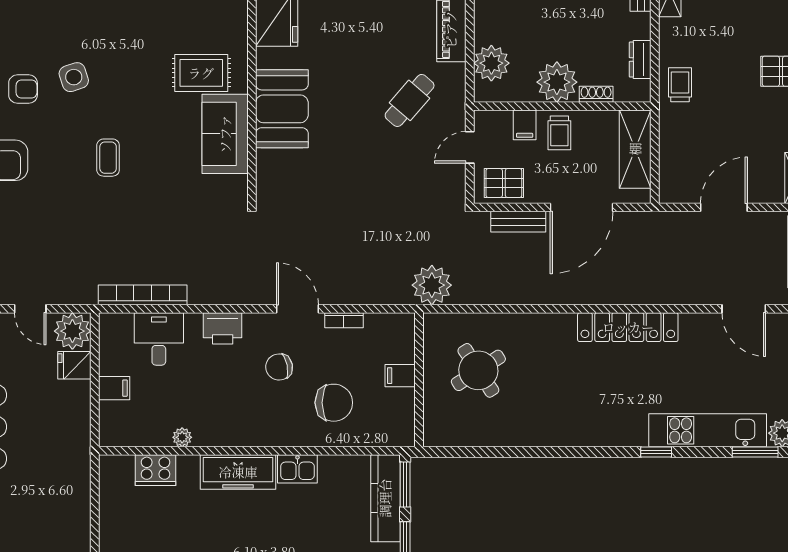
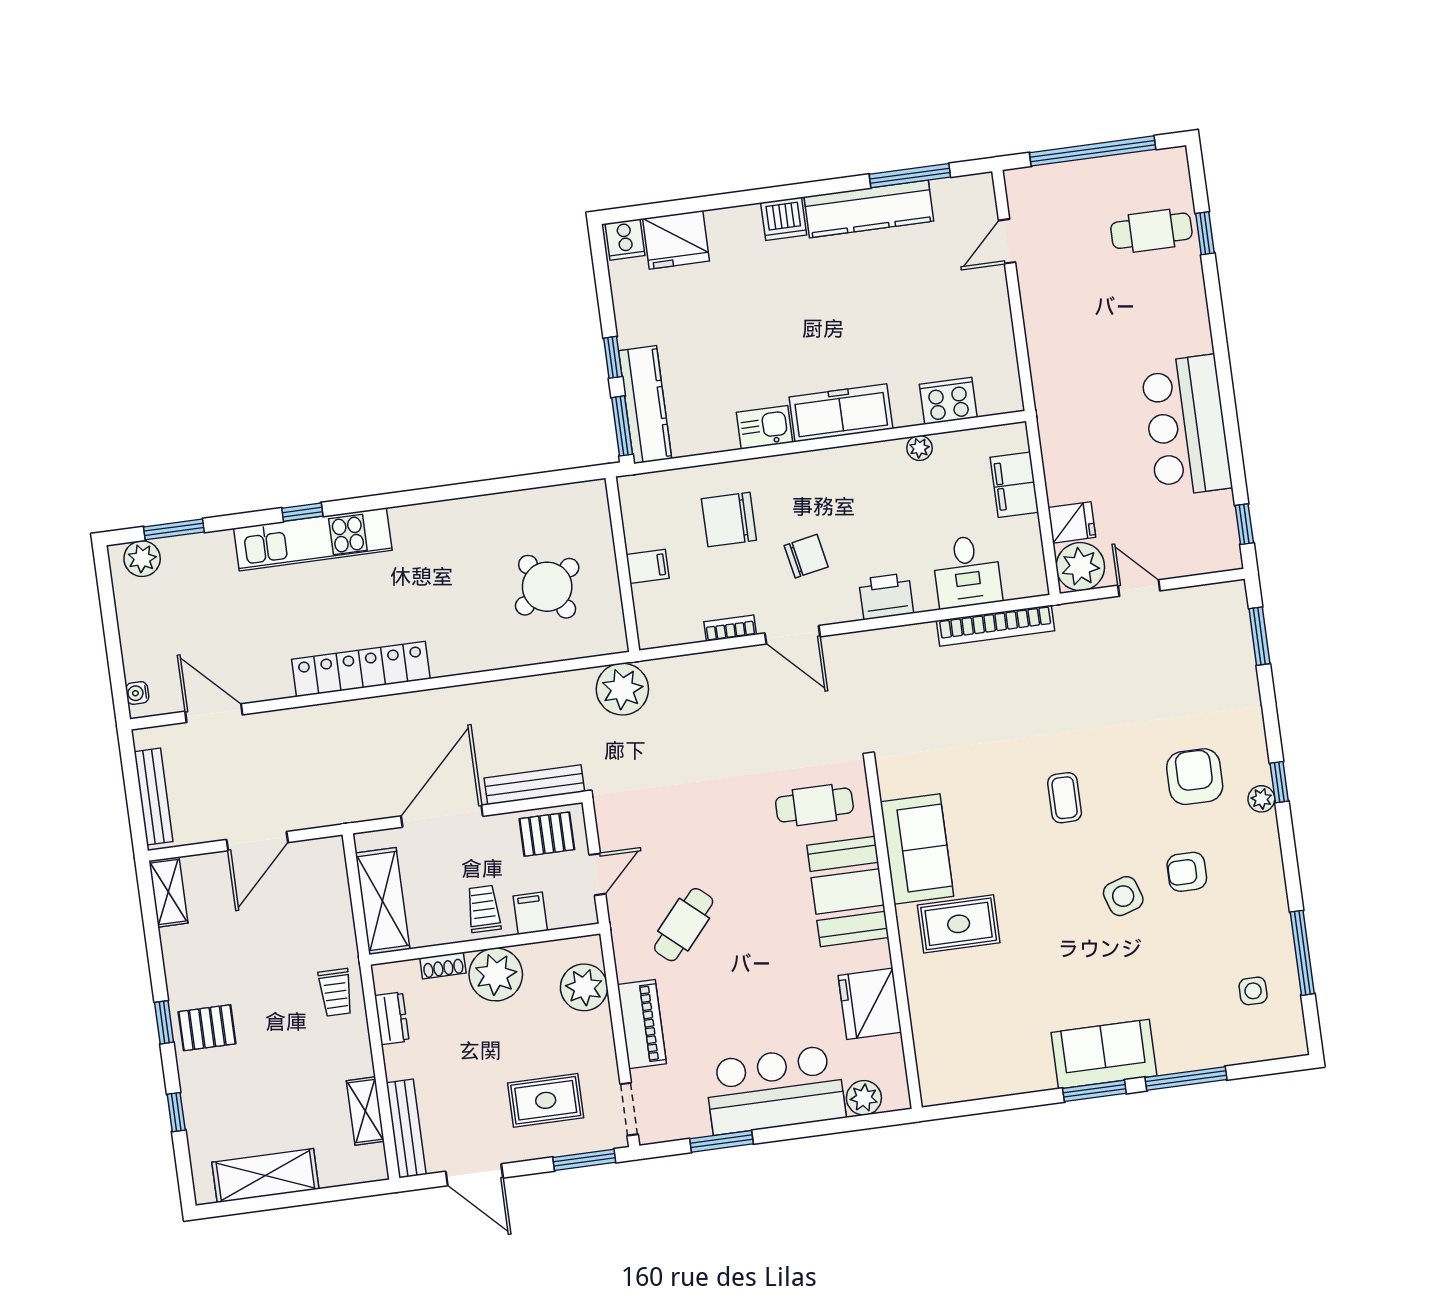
cafe table: (298, 178) -> (814, 805), added
bench: (518, 222) -> (534, 785), width x1.36
filing cabinet: (114, 388) -> (1014, 485), width x2.00
kitchen unit: (708, 430) -> (313, 539), moved

